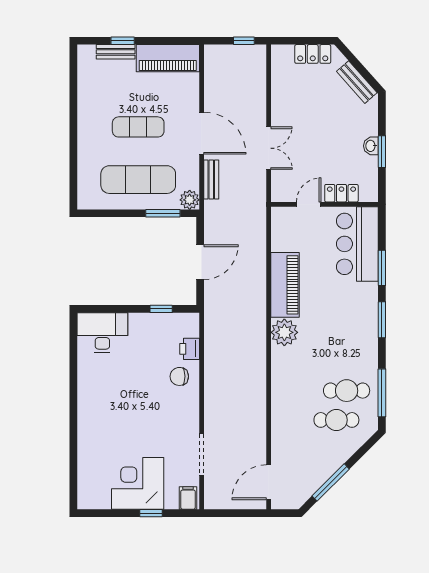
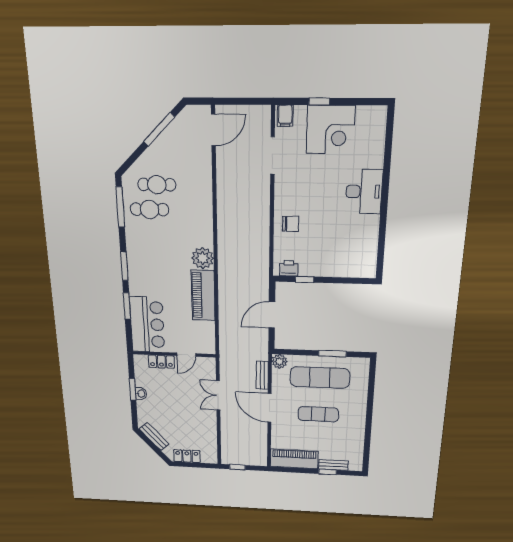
window: (163, 213) -> (332, 354), moved
desk: (102, 333) -> (364, 192), moved, turned -90
printer: (190, 349) -> (289, 268), moved, turned -90

